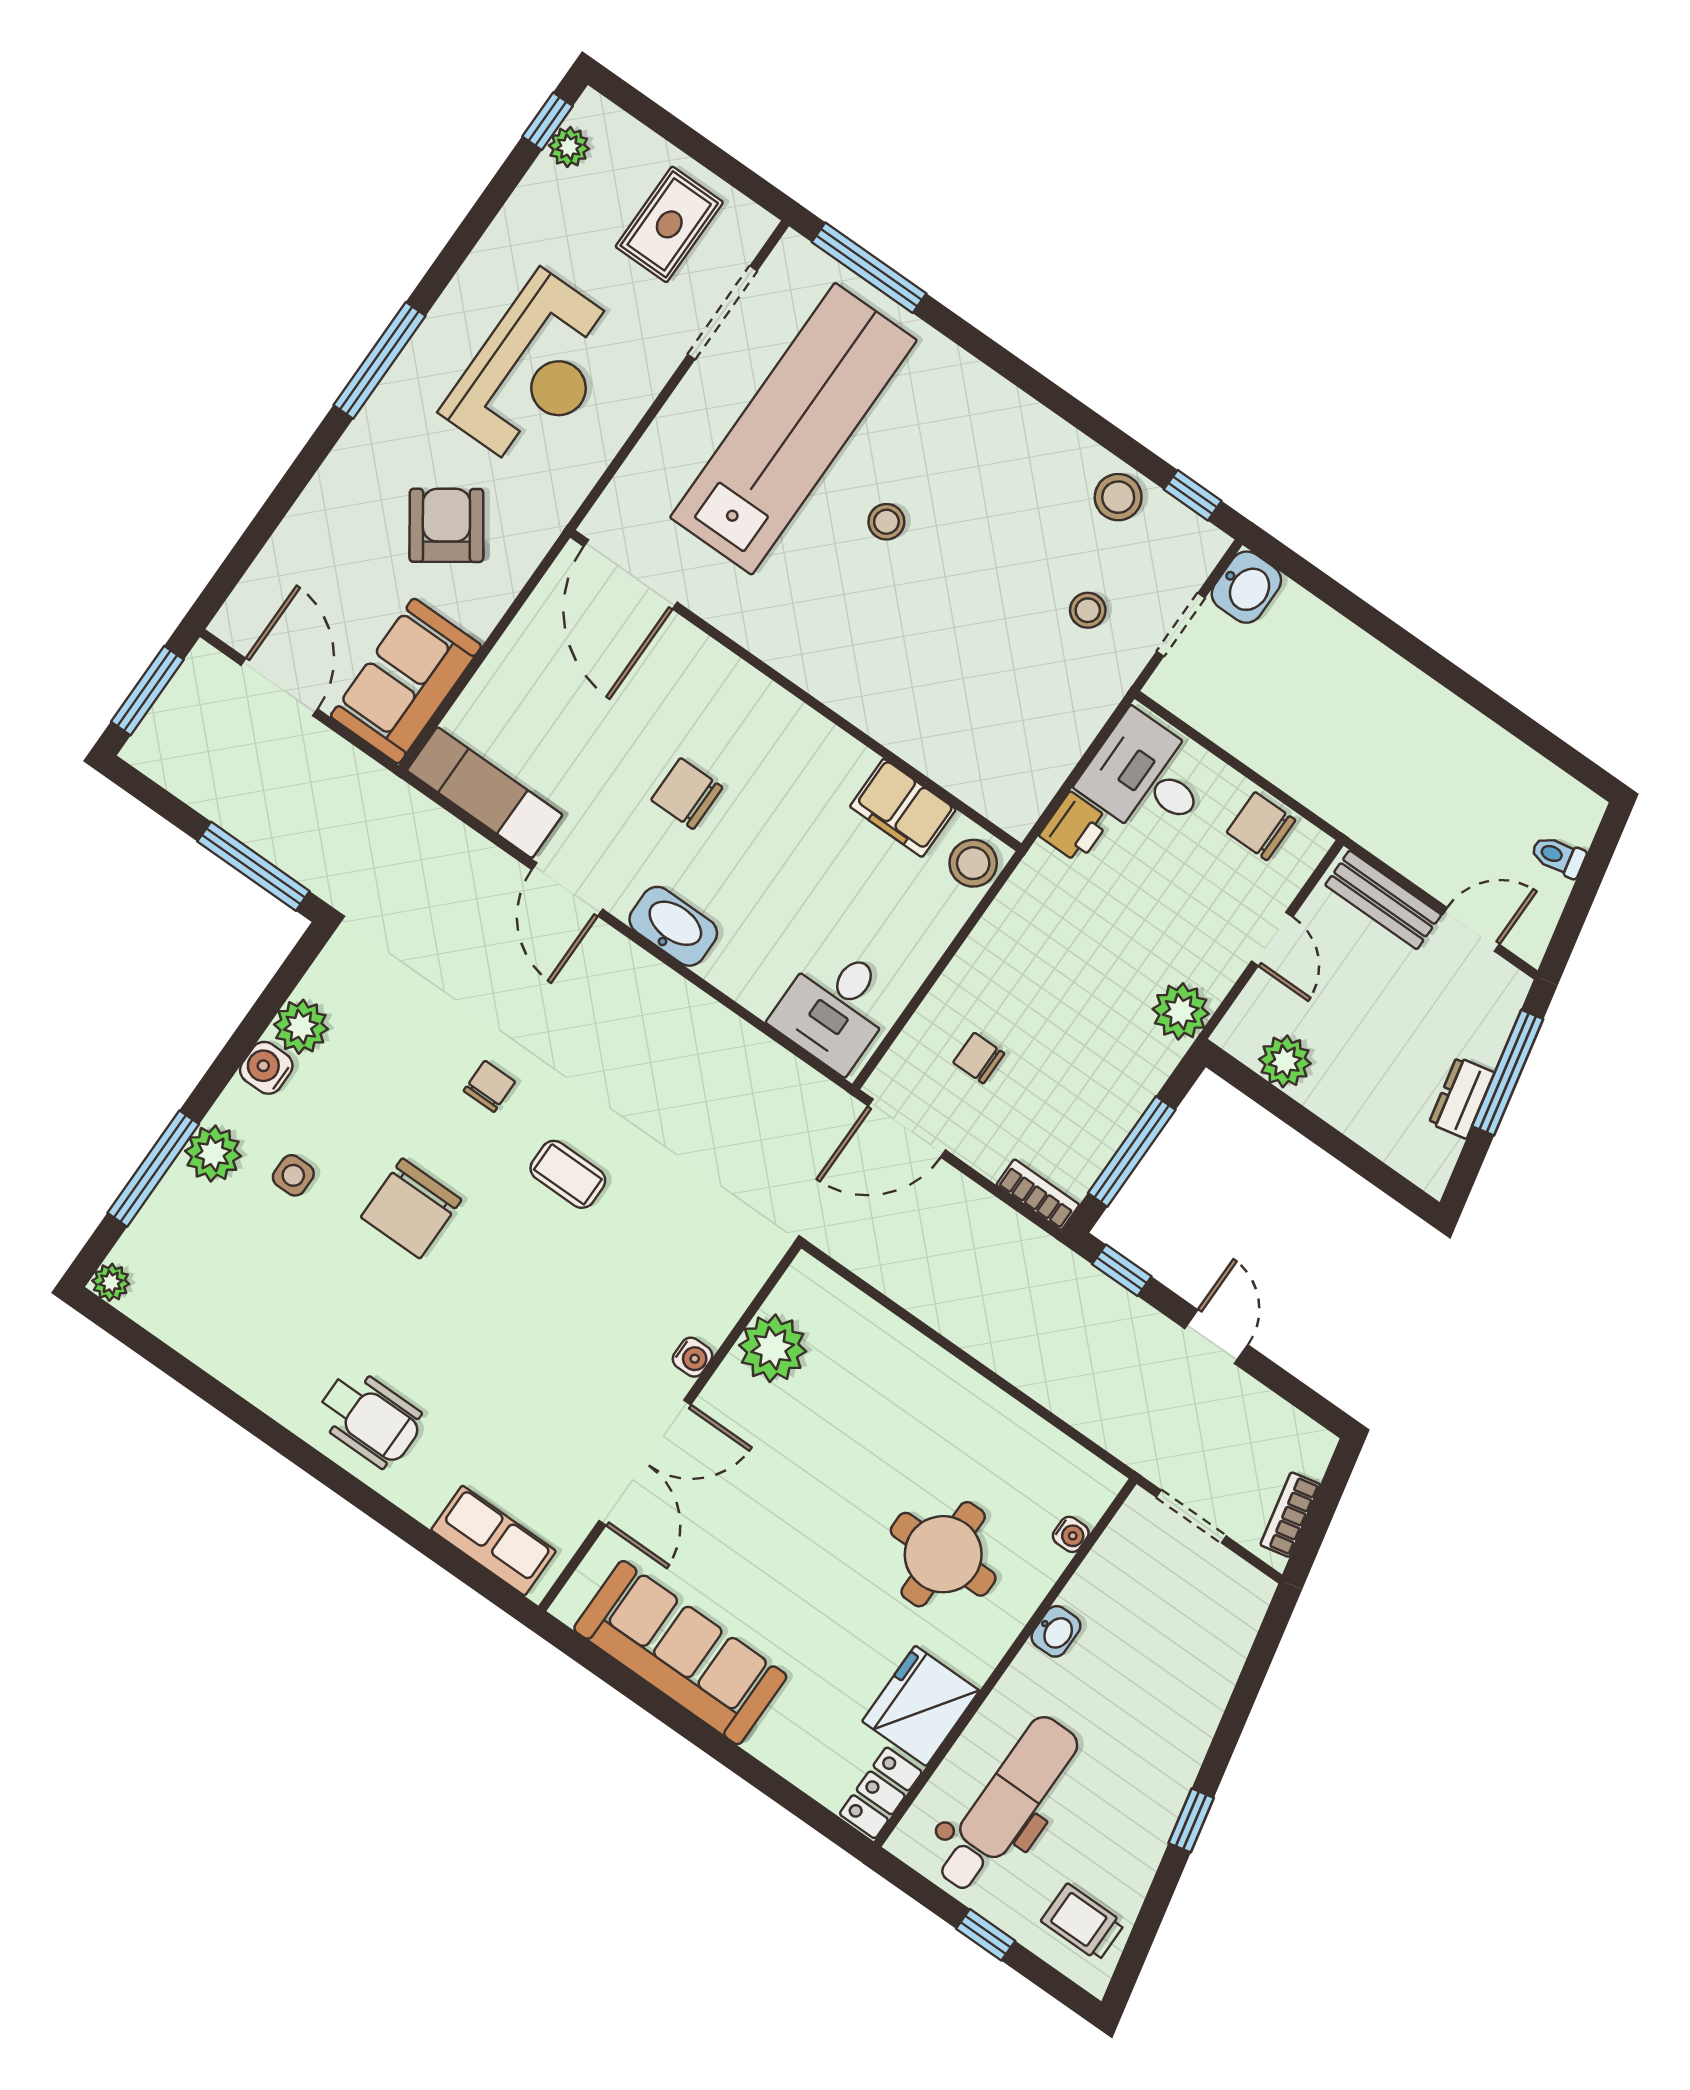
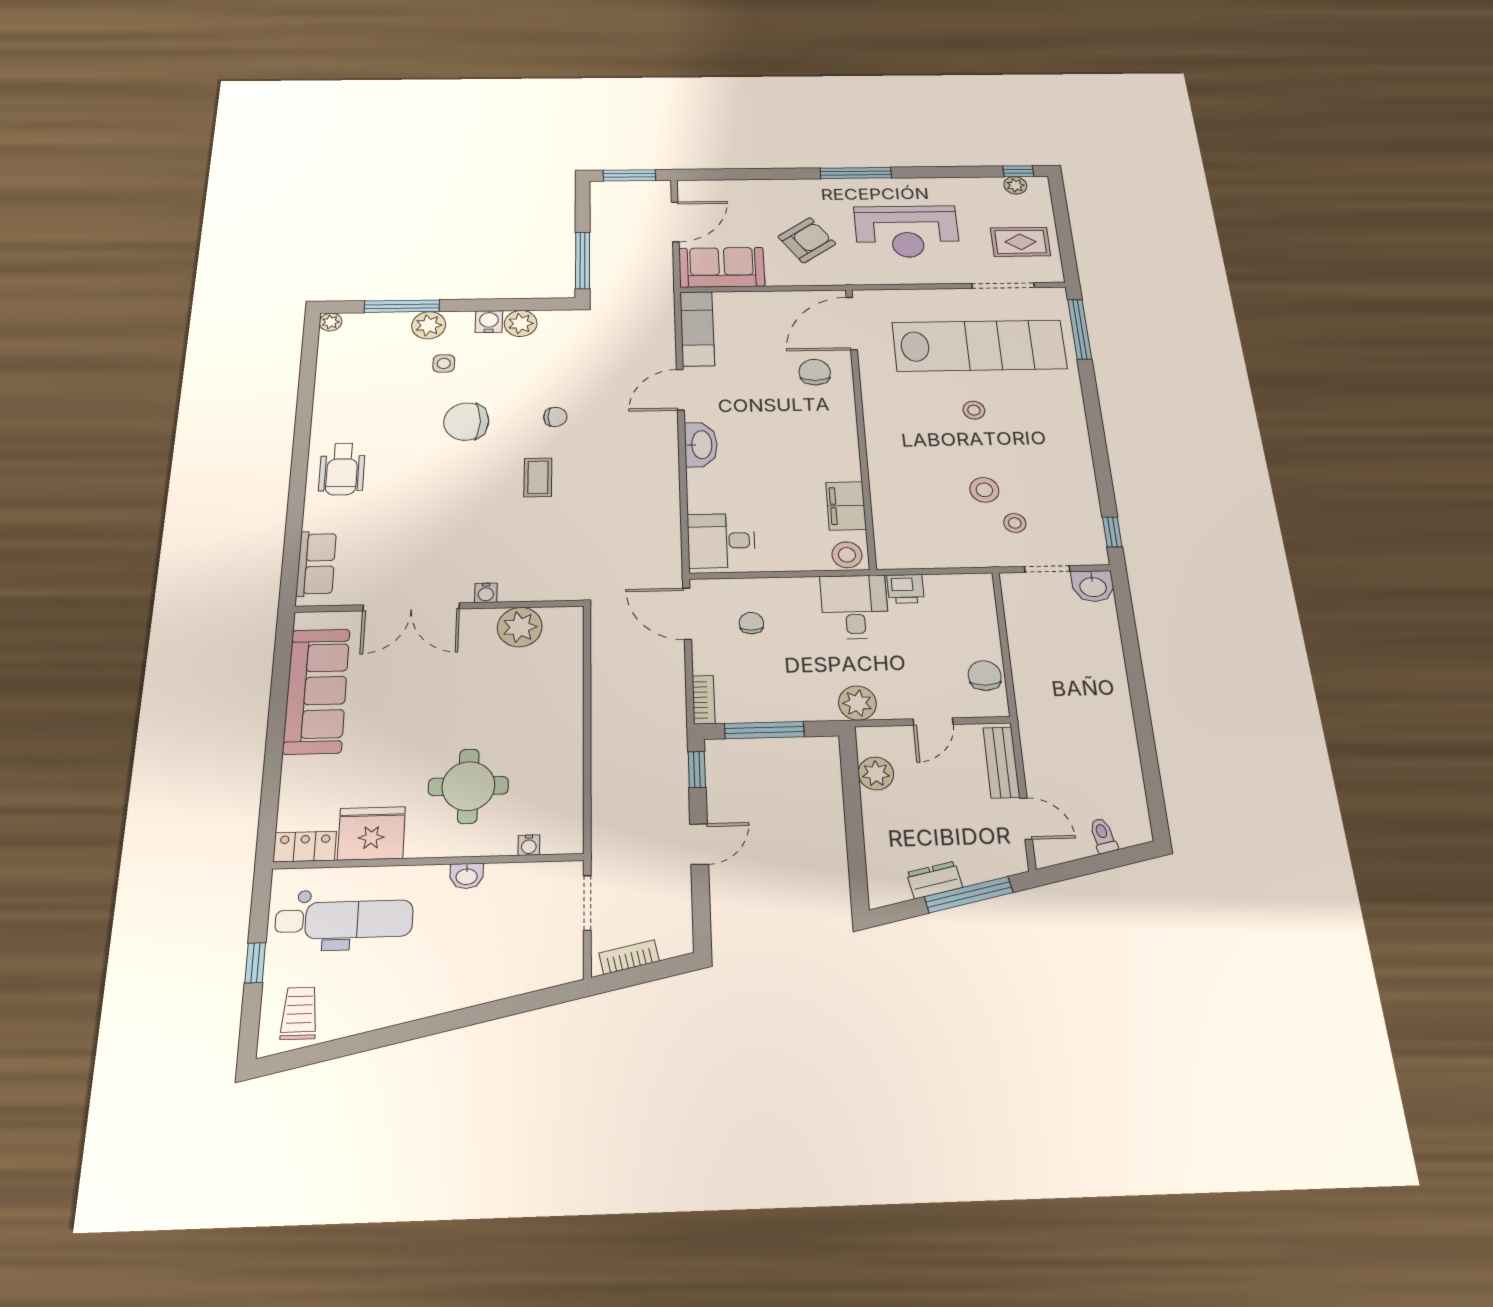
stool: (1118, 497) -> (984, 490), moved
desk: (1146, 777) -> (855, 607), moved
chair: (687, 794) -> (815, 372), moved
window: (1191, 1820) -> (405, 1032), removed

